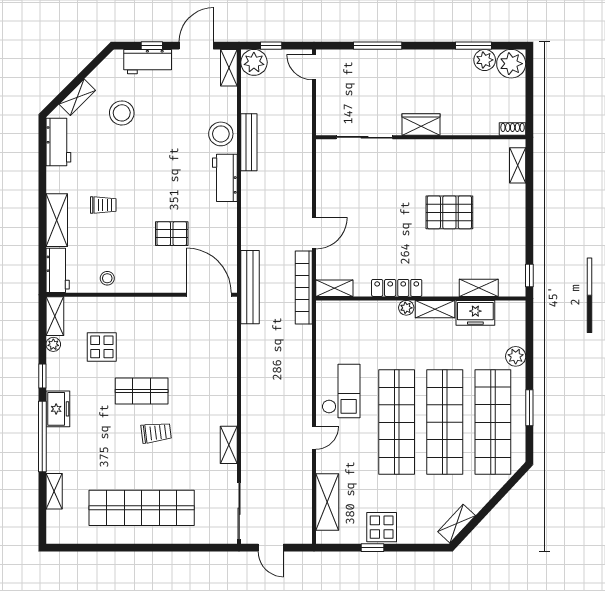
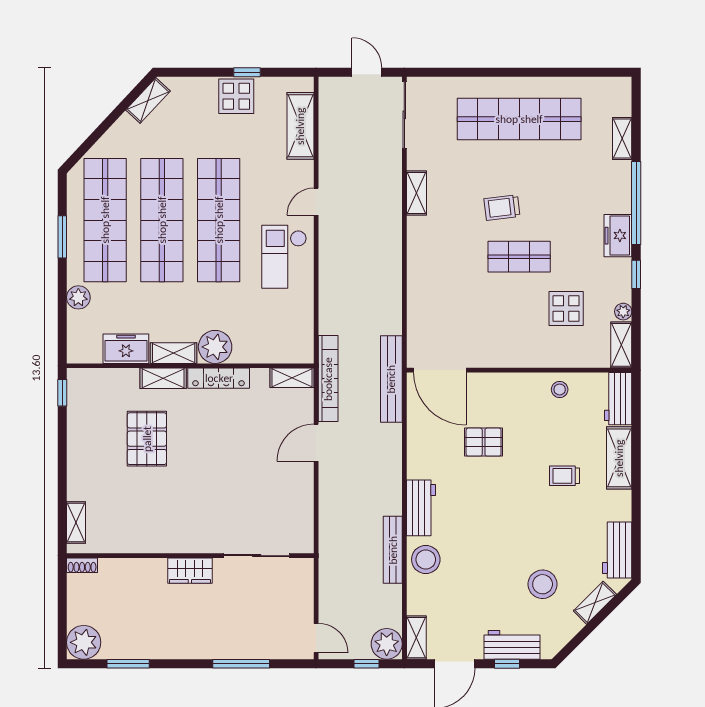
plant: (485, 60) -> (115, 647), removed
pallet: (449, 212) -> (147, 439), moved, turned 90
shelving: (479, 288) -> (163, 378), moved
plant: (406, 308) -> (215, 347), width x1.88, depth x1.88

